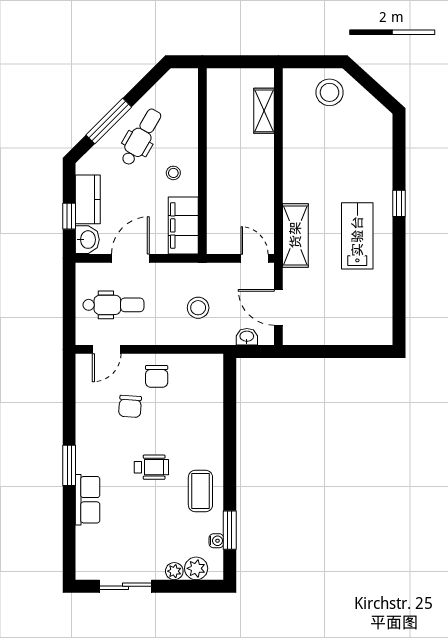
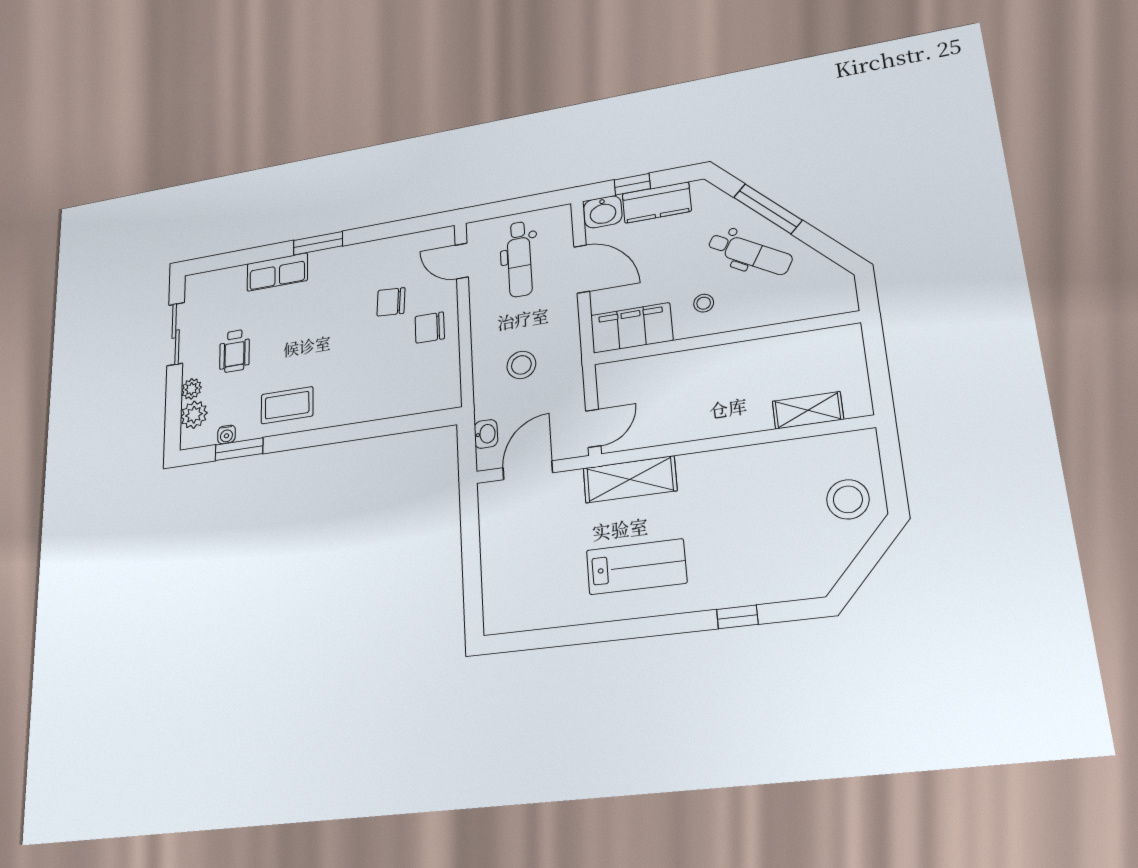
window: (399, 203) -> (737, 617), moved
wheelchair: (151, 467) -> (235, 351), moved

